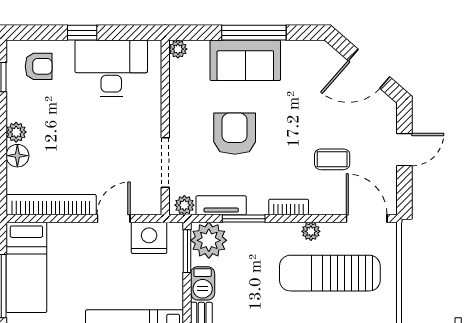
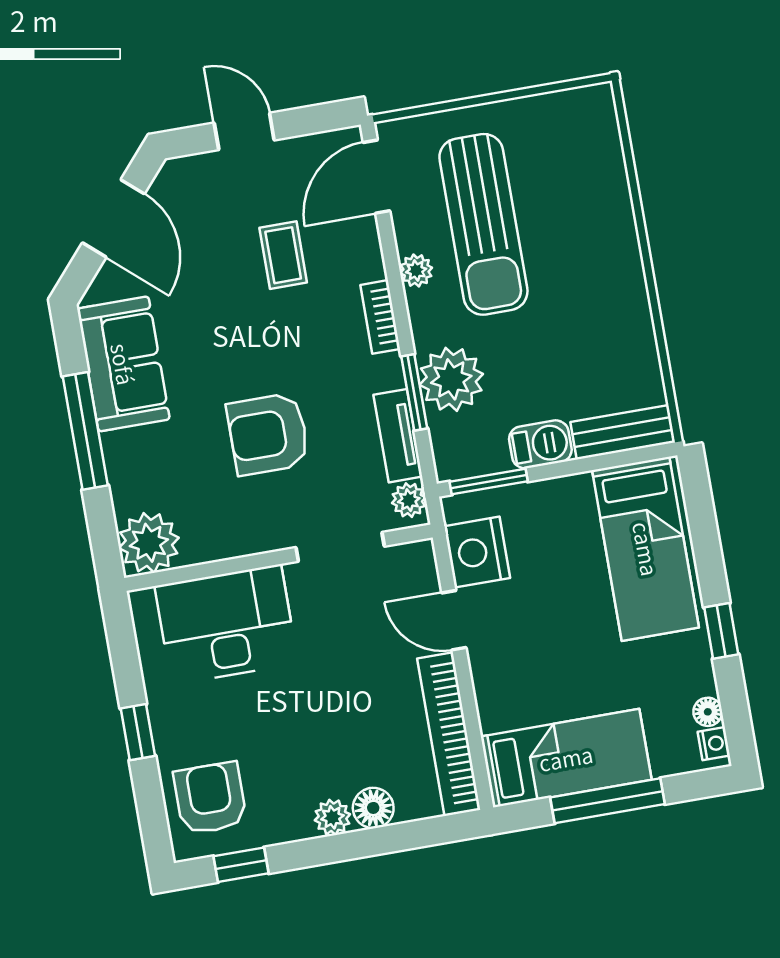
plant: (178, 49) -> (149, 543), width x1.88, depth x1.88
sofa: (245, 60) -> (123, 364), moved
armchair: (39, 66) -> (210, 798), width x1.38, depth x1.38
desk: (111, 68) -> (226, 625), moved, turned 90
plant: (209, 240) -> (451, 379), moved

